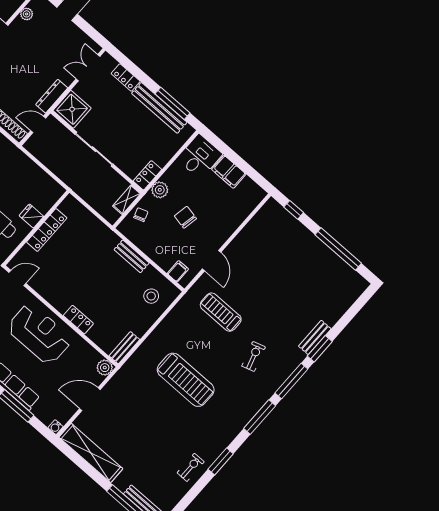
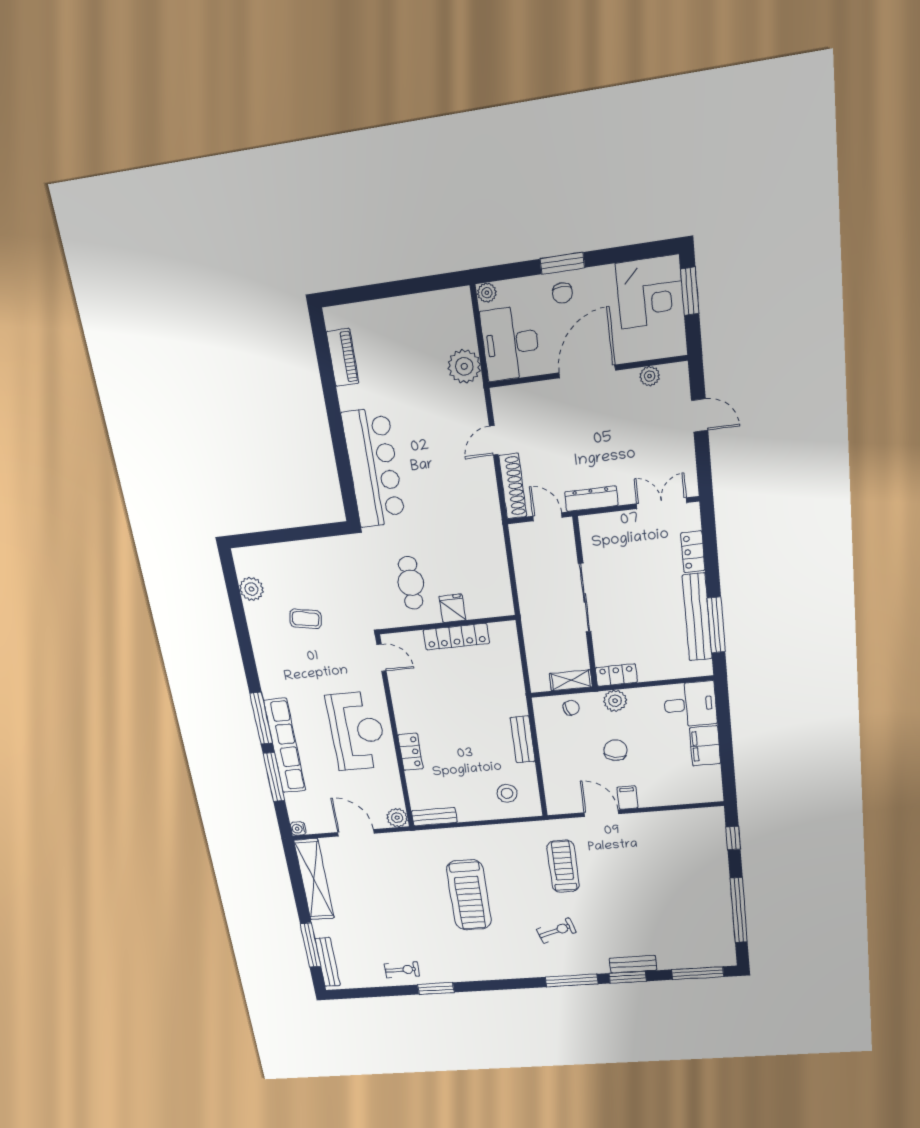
shower: (72, 109) -> (601, 534), removed
door: (212, 261) -> (601, 813), swing flipped
filing cabinet: (178, 271) -> (627, 798), moved, turned -90
window: (260, 417) -> (698, 973), moved

